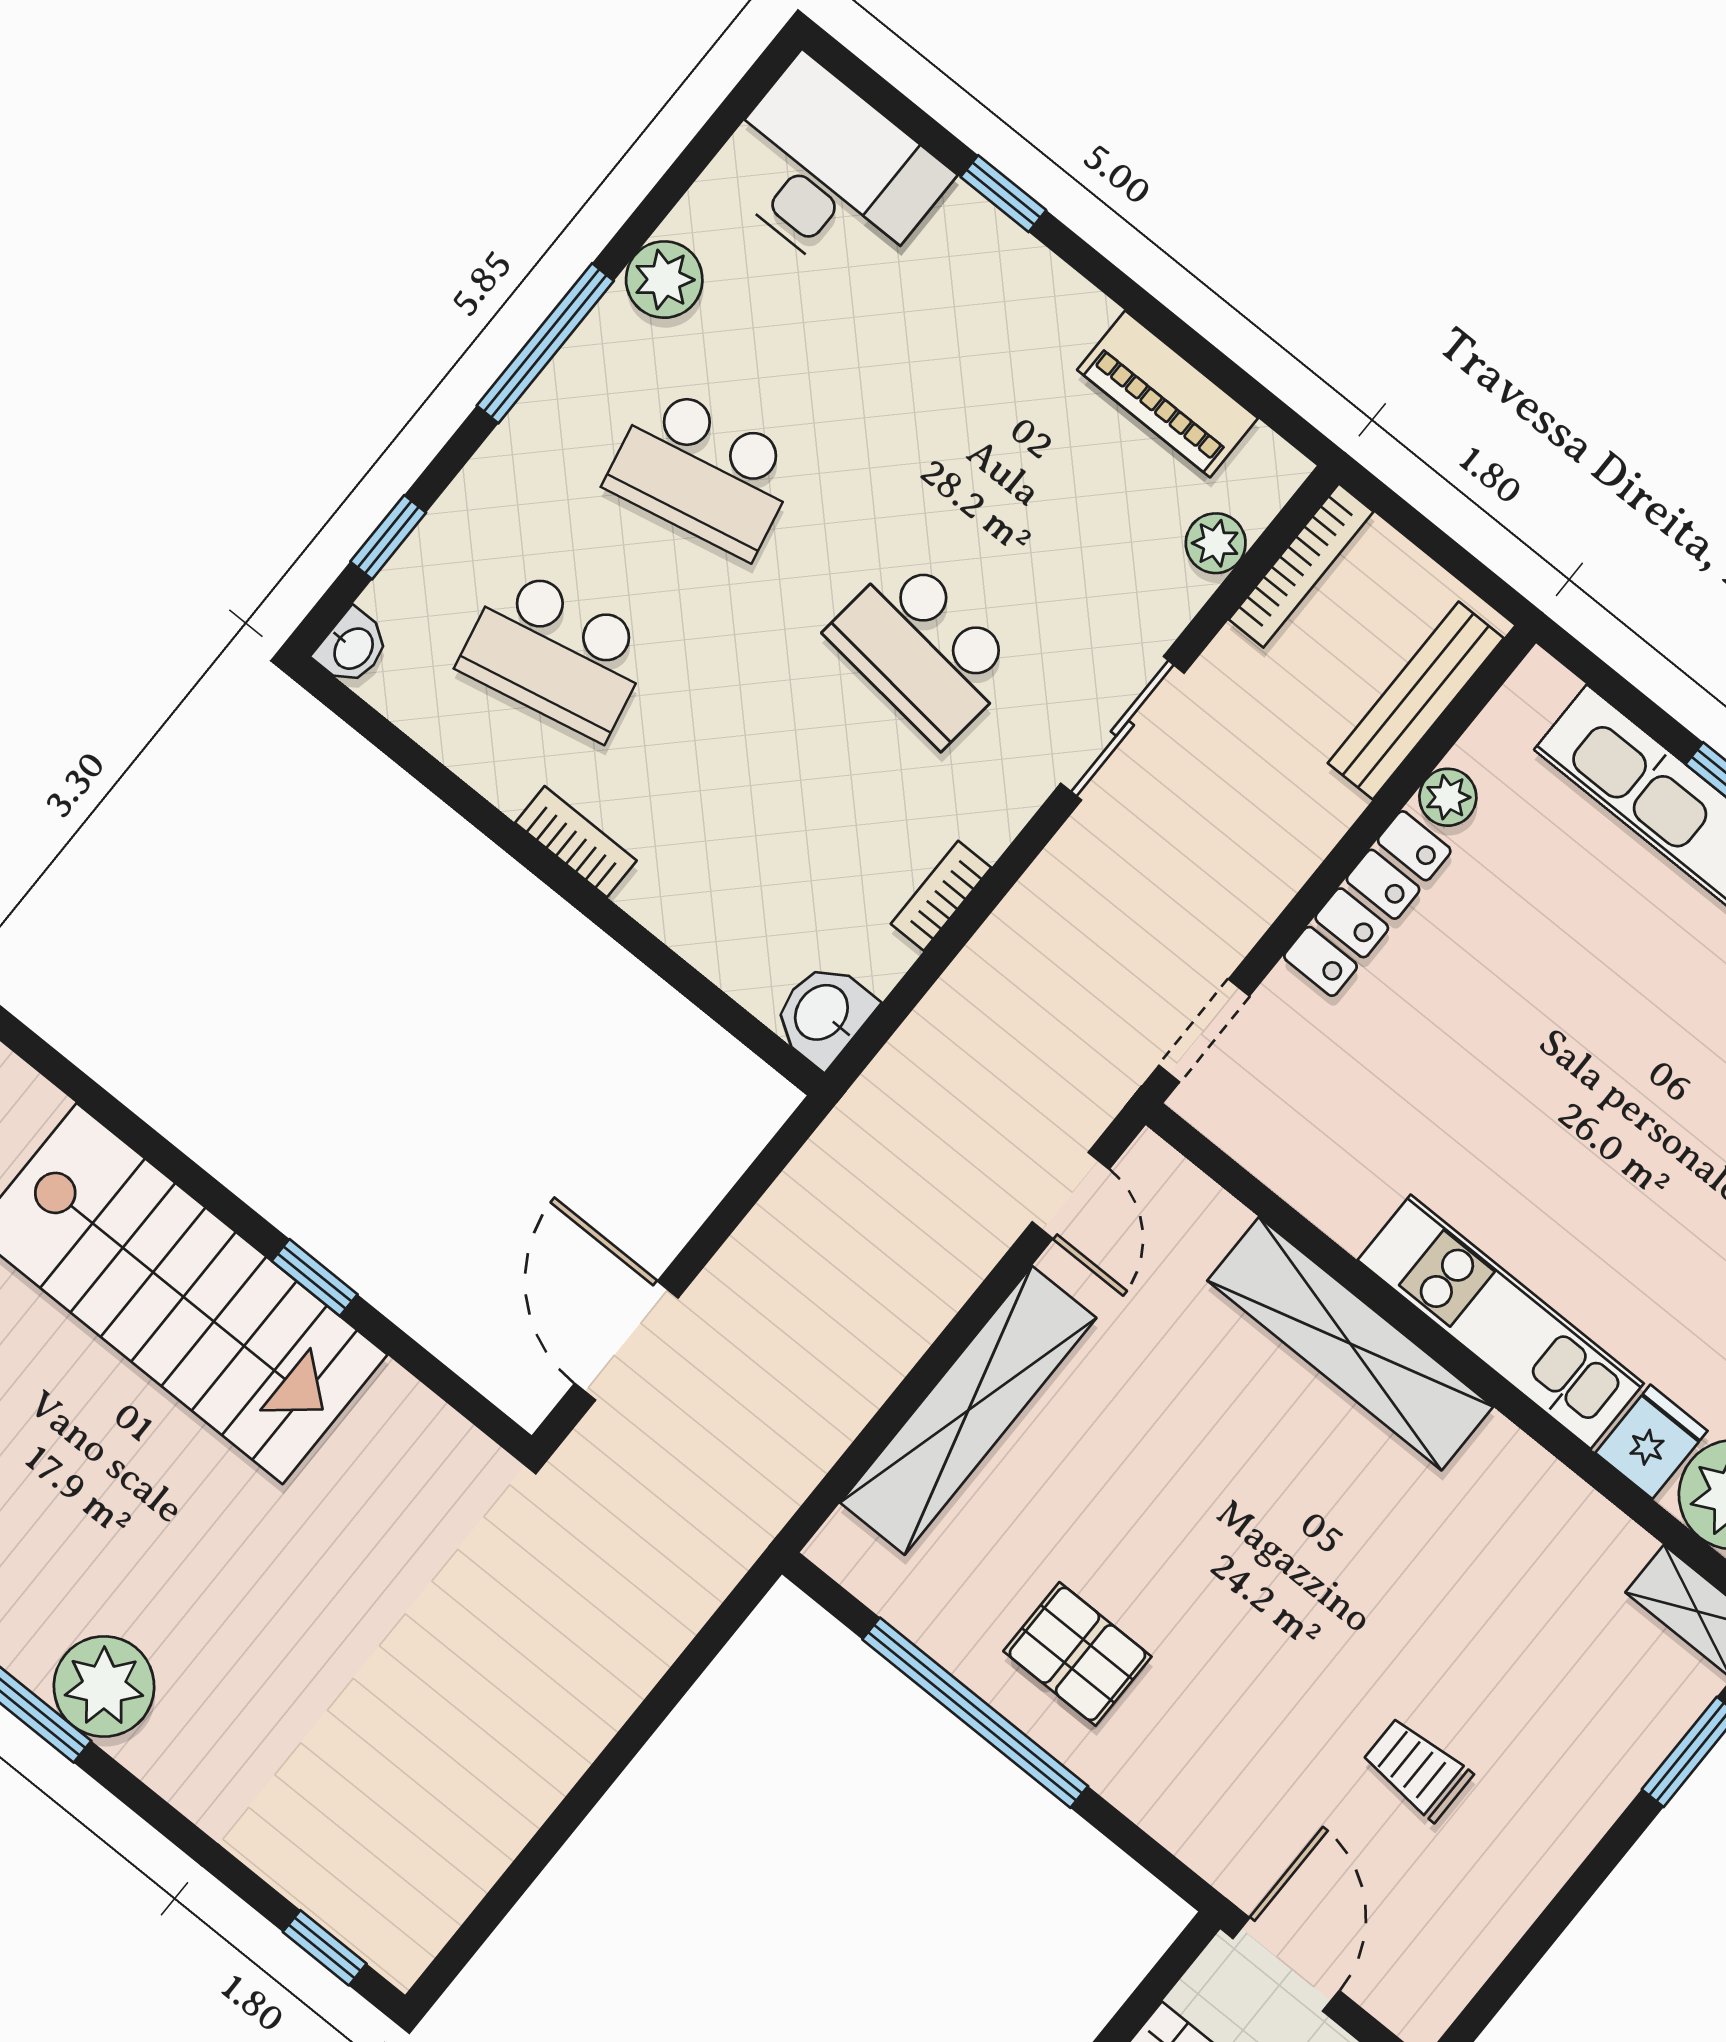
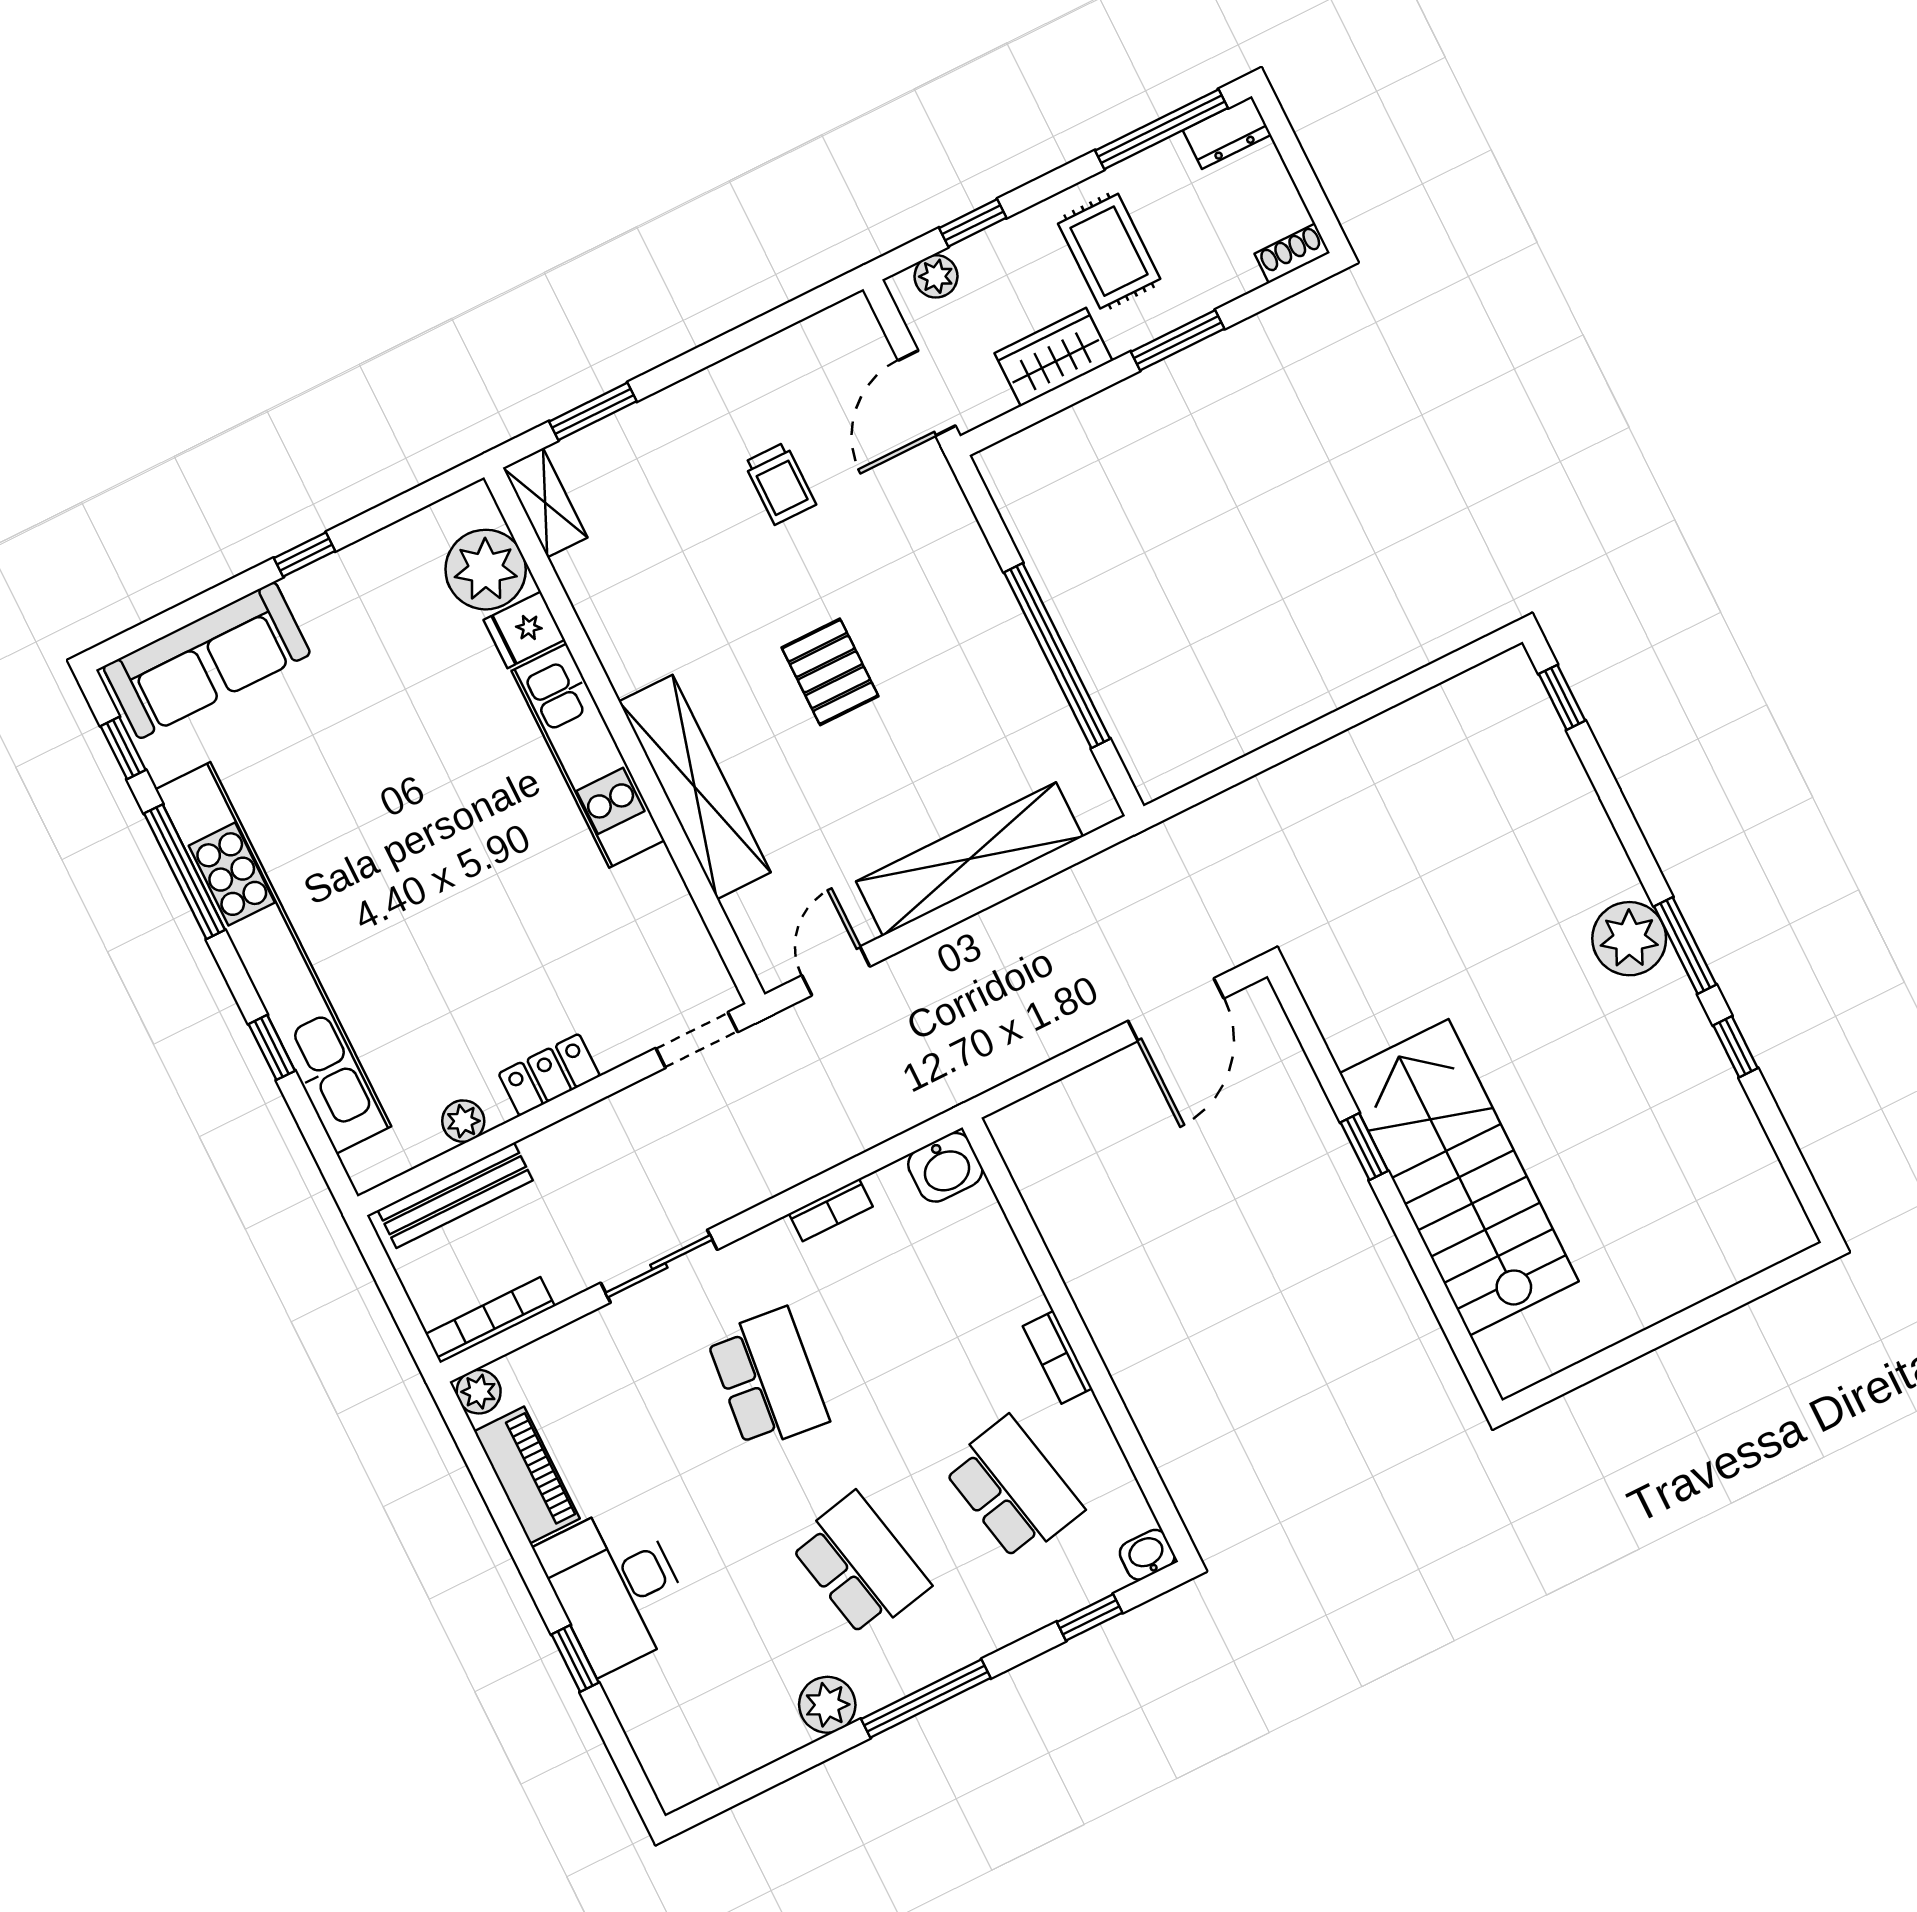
desk: (830, 173) -> (616, 1588), moved
plant: (1216, 543) -> (479, 1392), moved
locker: (1367, 904) -> (549, 1075), width x0.66
pallet: (1077, 1654) -> (830, 672), moved

